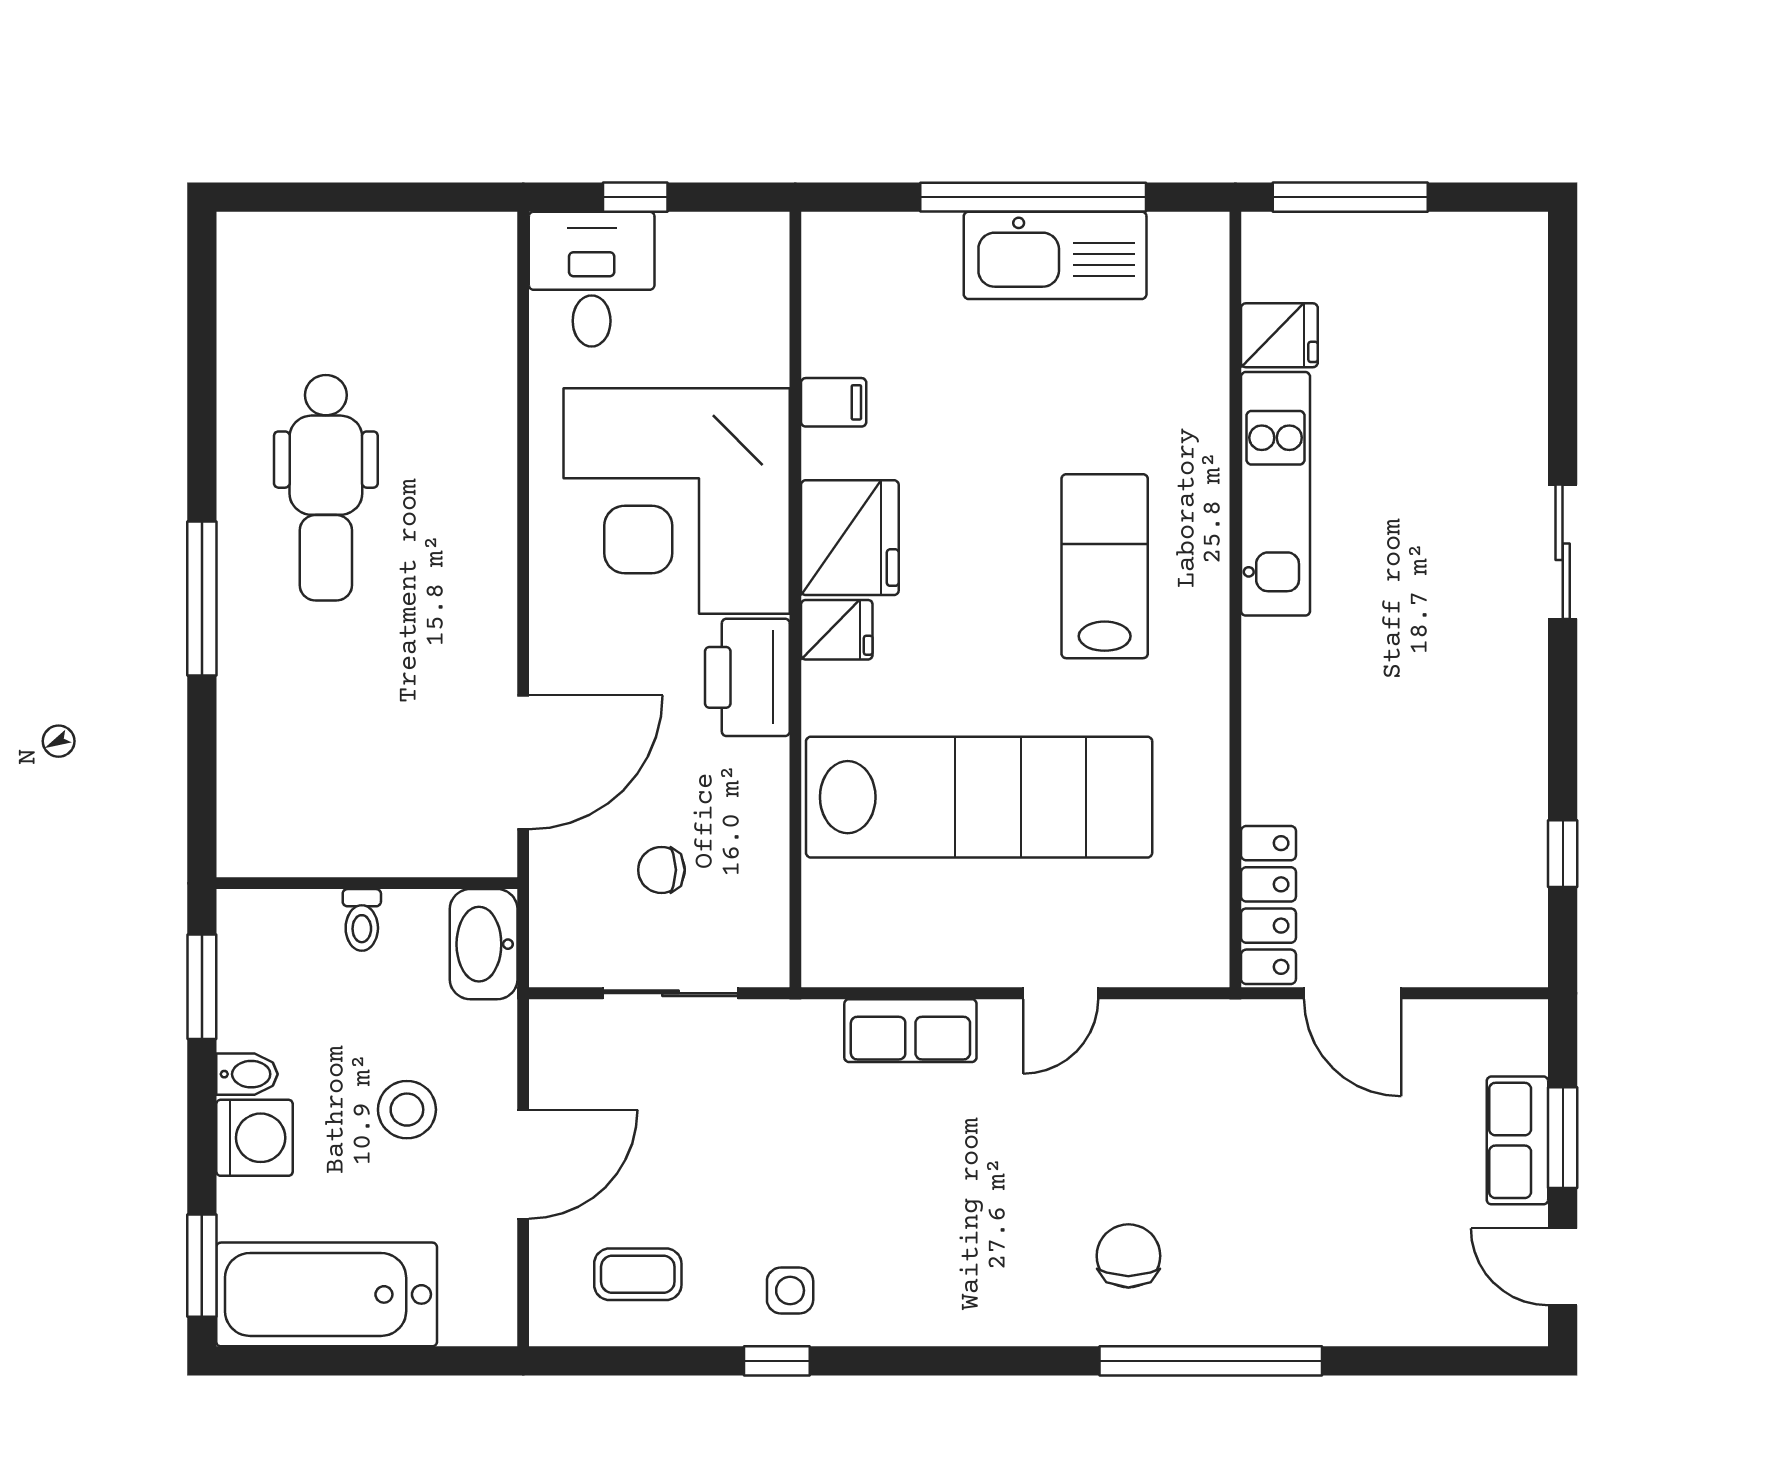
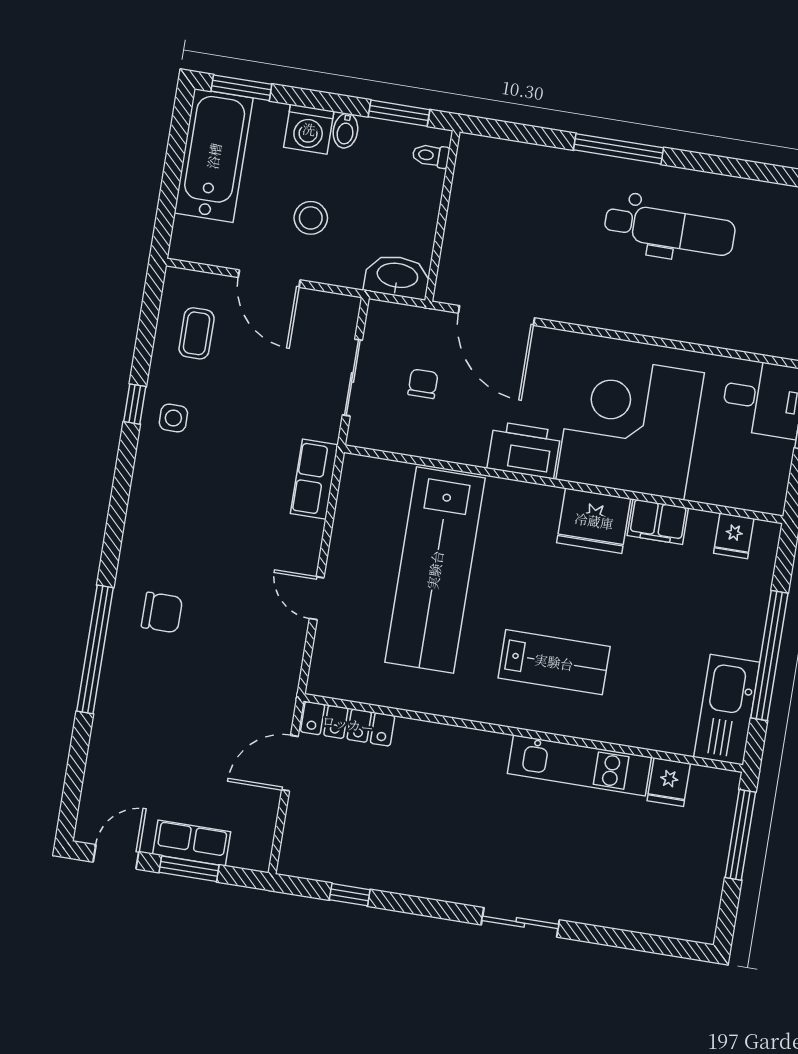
kitchen sink: (1055, 255) -> (727, 710), moved
filing cabinet: (834, 402) -> (658, 522), width x2.00
dental chair: (326, 488) -> (670, 229), turned 180
fridge: (837, 630) -> (734, 536), moved
toilet: (362, 920) -> (431, 156), moved
row of seats: (910, 1031) -> (314, 479), moved

